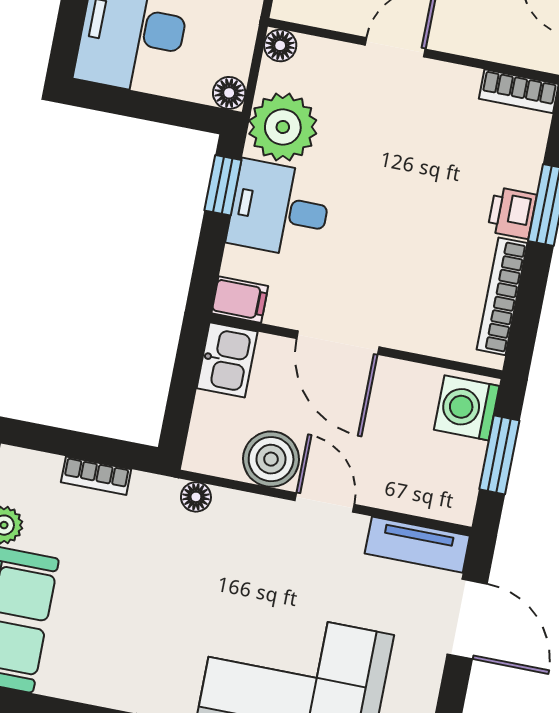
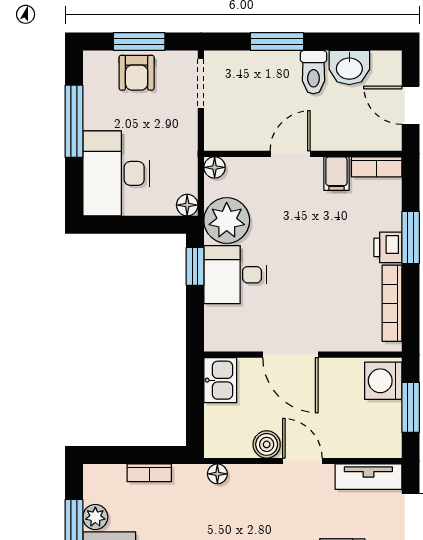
filing cabinet: (240, 300) -> (336, 174), moved, turned 90
boiler: (271, 459) -> (267, 444), width x0.73, depth x0.73

